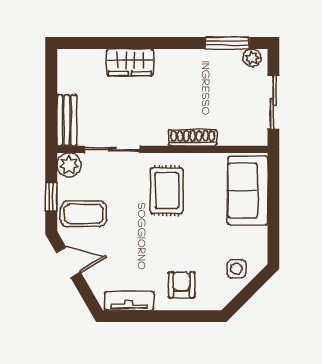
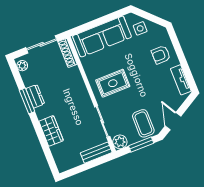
window: (227, 43) -> (27, 101), moved
dresser: (195, 59) -> (35, 96), added
shoe rack: (193, 138) -> (68, 53), moved
sofa: (248, 191) -> (102, 37), width x1.36
window: (51, 197) -> (141, 145), width x1.50

